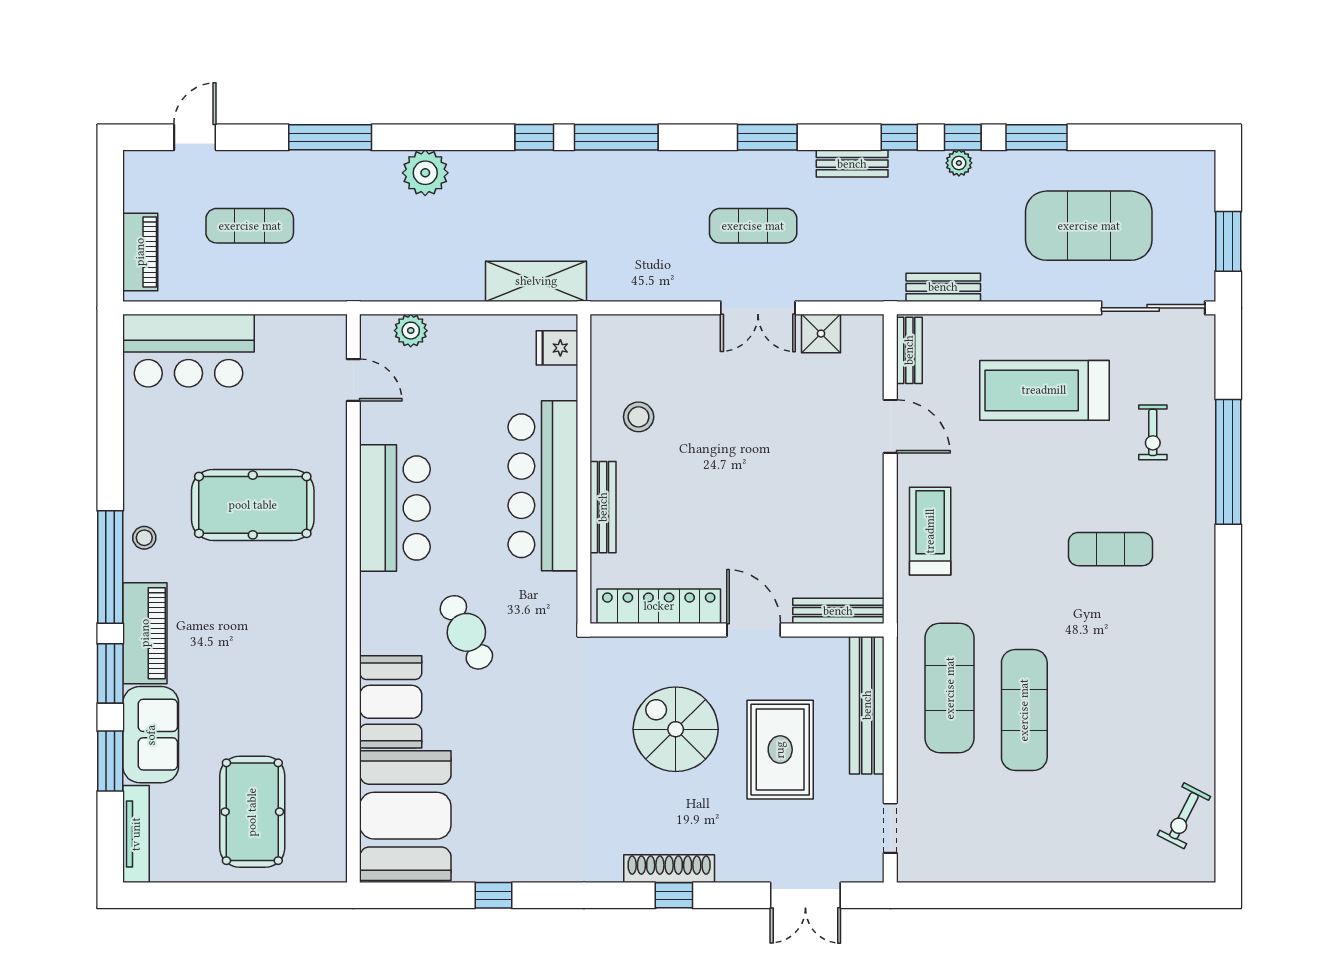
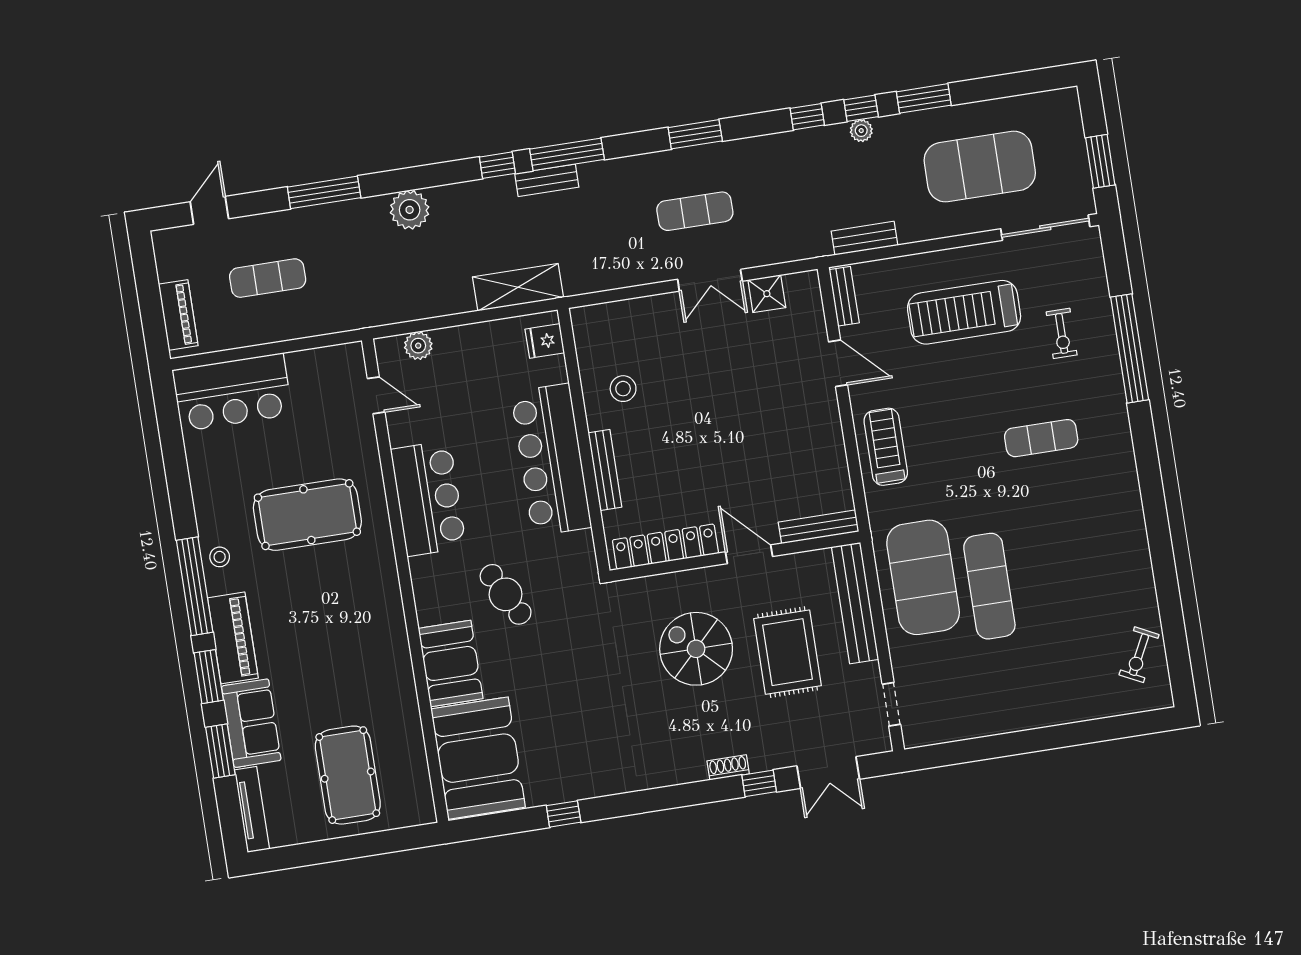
bench: (852, 164) -> (547, 180), moved
exercise mat: (950, 688) -> (923, 577), width x1.47
shoe rack: (669, 869) -> (728, 767), width x0.51, depth x0.81
window: (674, 895) -> (759, 783), moved

